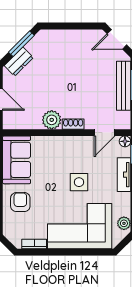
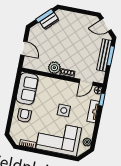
dresser: (19, 62) -> (49, 21), moved

